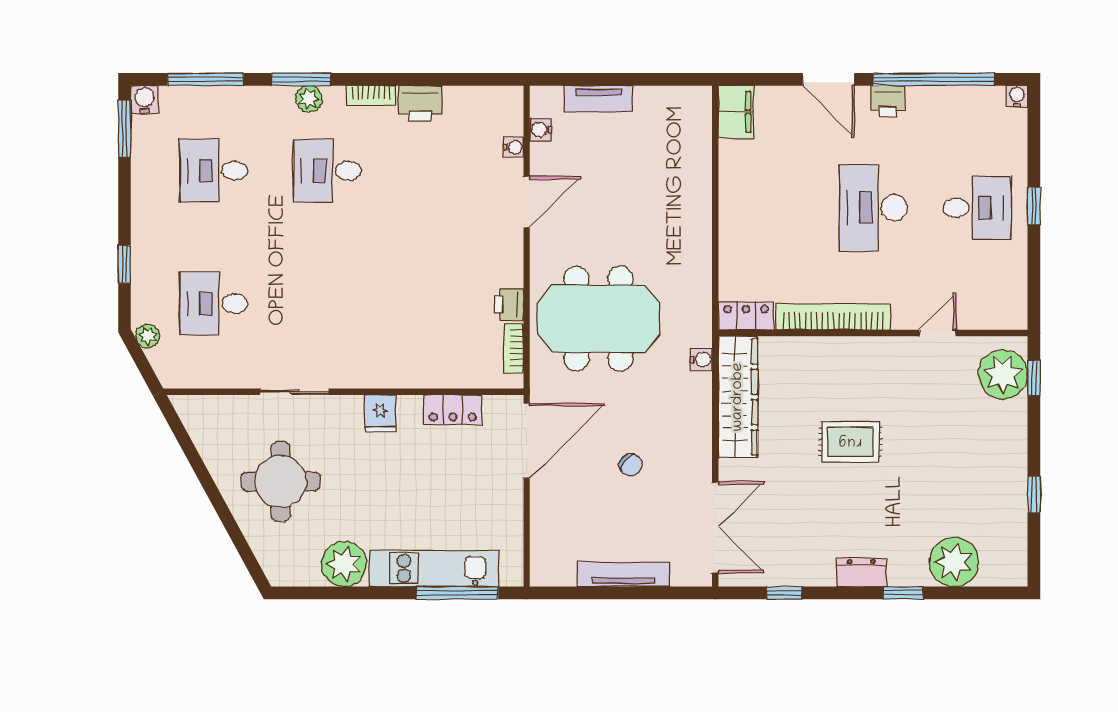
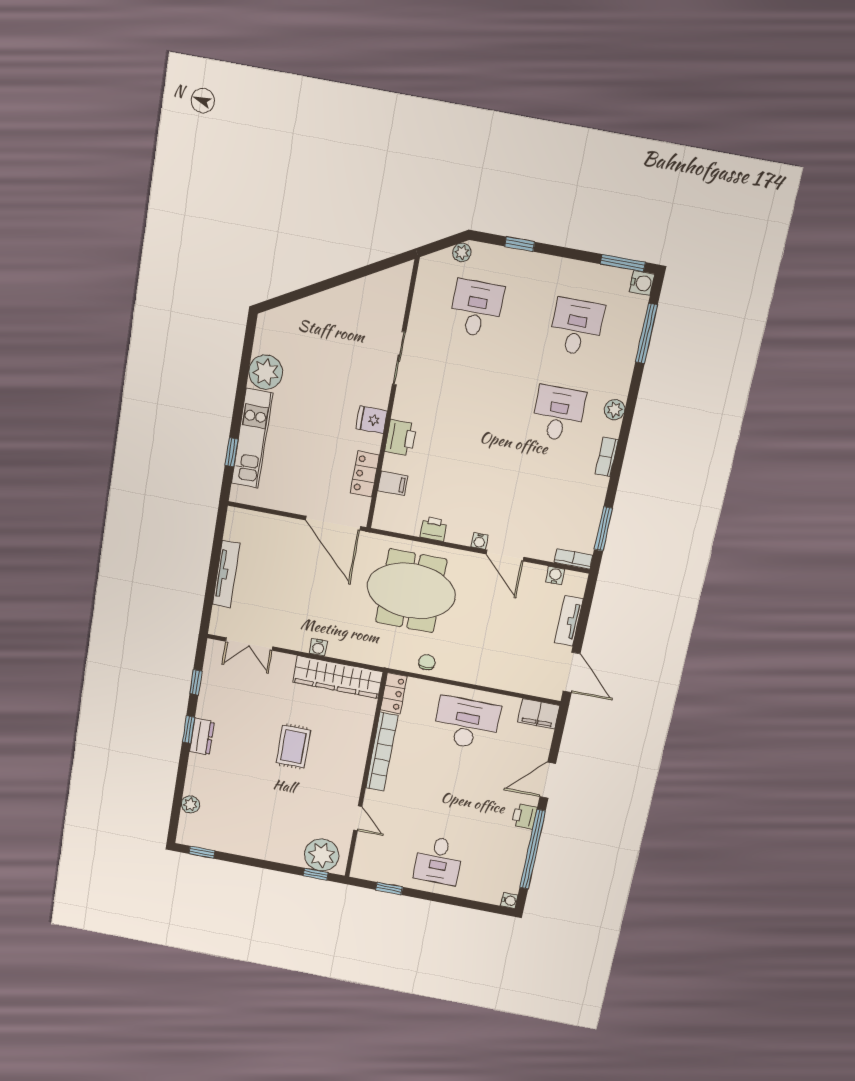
window: (301, 79) -> (603, 529), moved
door: (669, 79) -> (572, 672), added
printer: (420, 104) -> (401, 438), moved, turned 180
water cooler: (514, 147) -> (479, 541), moved
window: (1034, 206) -> (389, 888), moved
desk: (873, 208) -> (466, 723), moved
meeting table: (598, 319) -> (411, 591), turned 90
bookcase: (514, 348) -> (573, 559), moved
water cooler: (701, 360) -> (318, 647), moved
filing cabinet: (458, 370) -> (393, 483), added
chair: (631, 465) -> (427, 662), moved, turned 142
round table: (281, 481) -> (335, 336), removed
window: (1034, 494) -> (202, 852), moved
double door: (715, 527) -> (249, 644), width x0.73
plant: (954, 562) -> (190, 805), width x0.53, depth x0.53
window: (457, 593) -> (232, 452), width x0.46
window: (903, 593) -> (189, 730), moved

